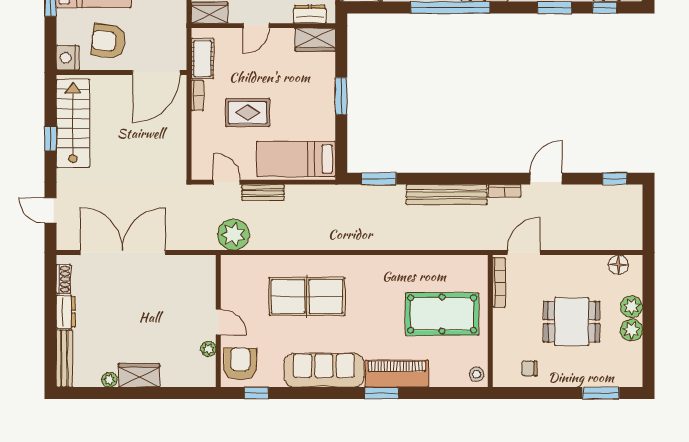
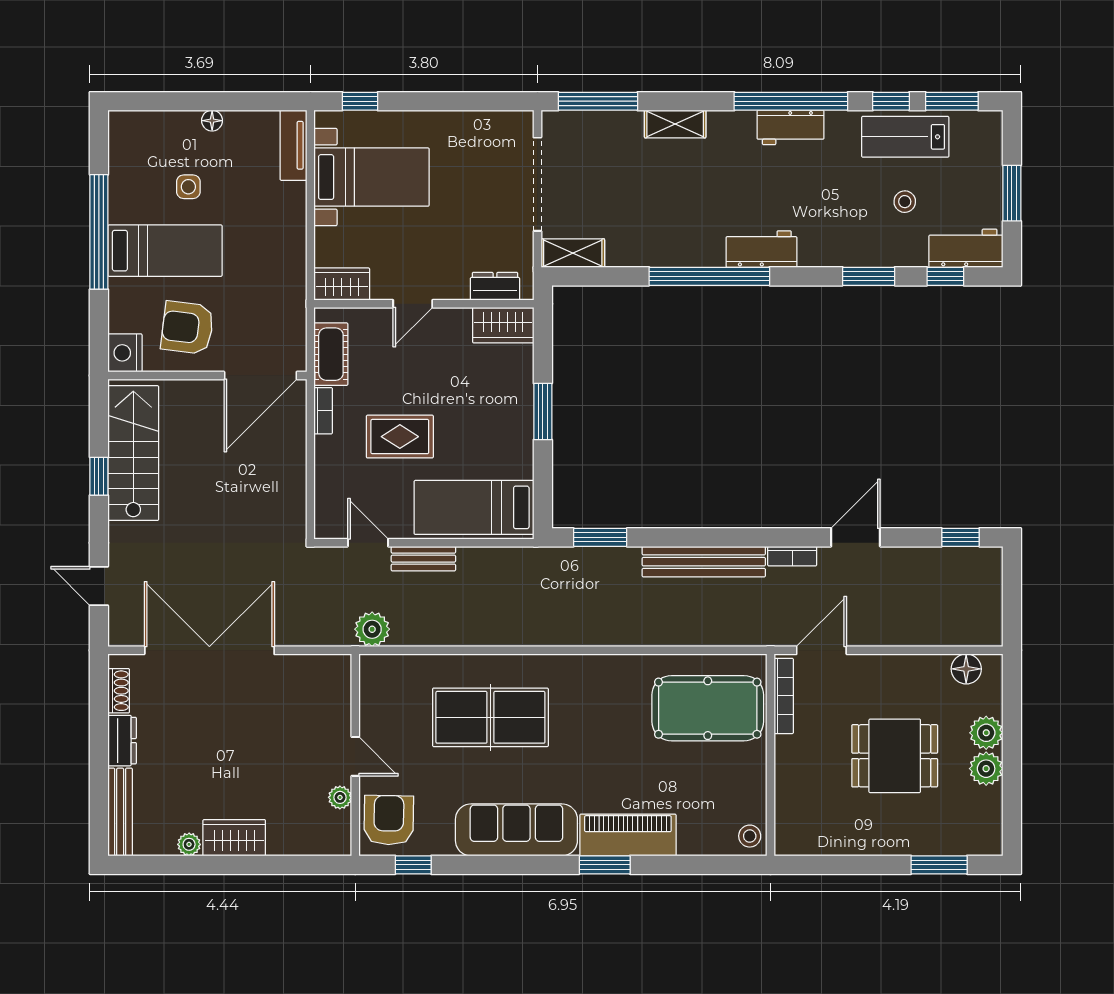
plant: (234, 235) -> (372, 629), width x0.73, depth x0.73
pool table: (442, 314) -> (708, 708), moved
chair: (529, 368) -> (830, 827), removed

